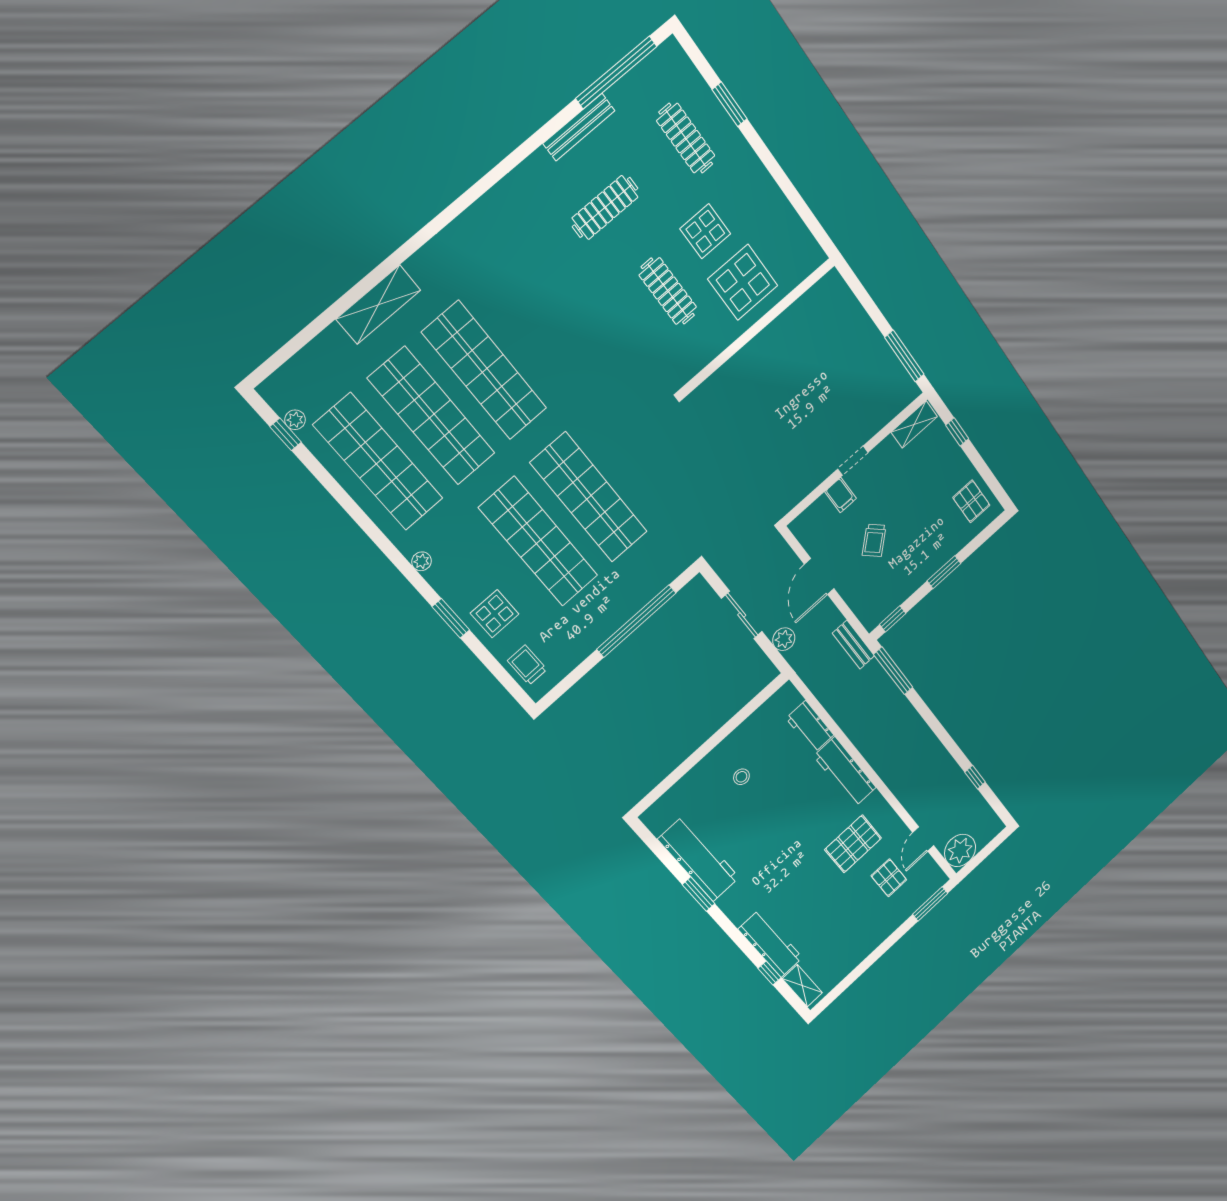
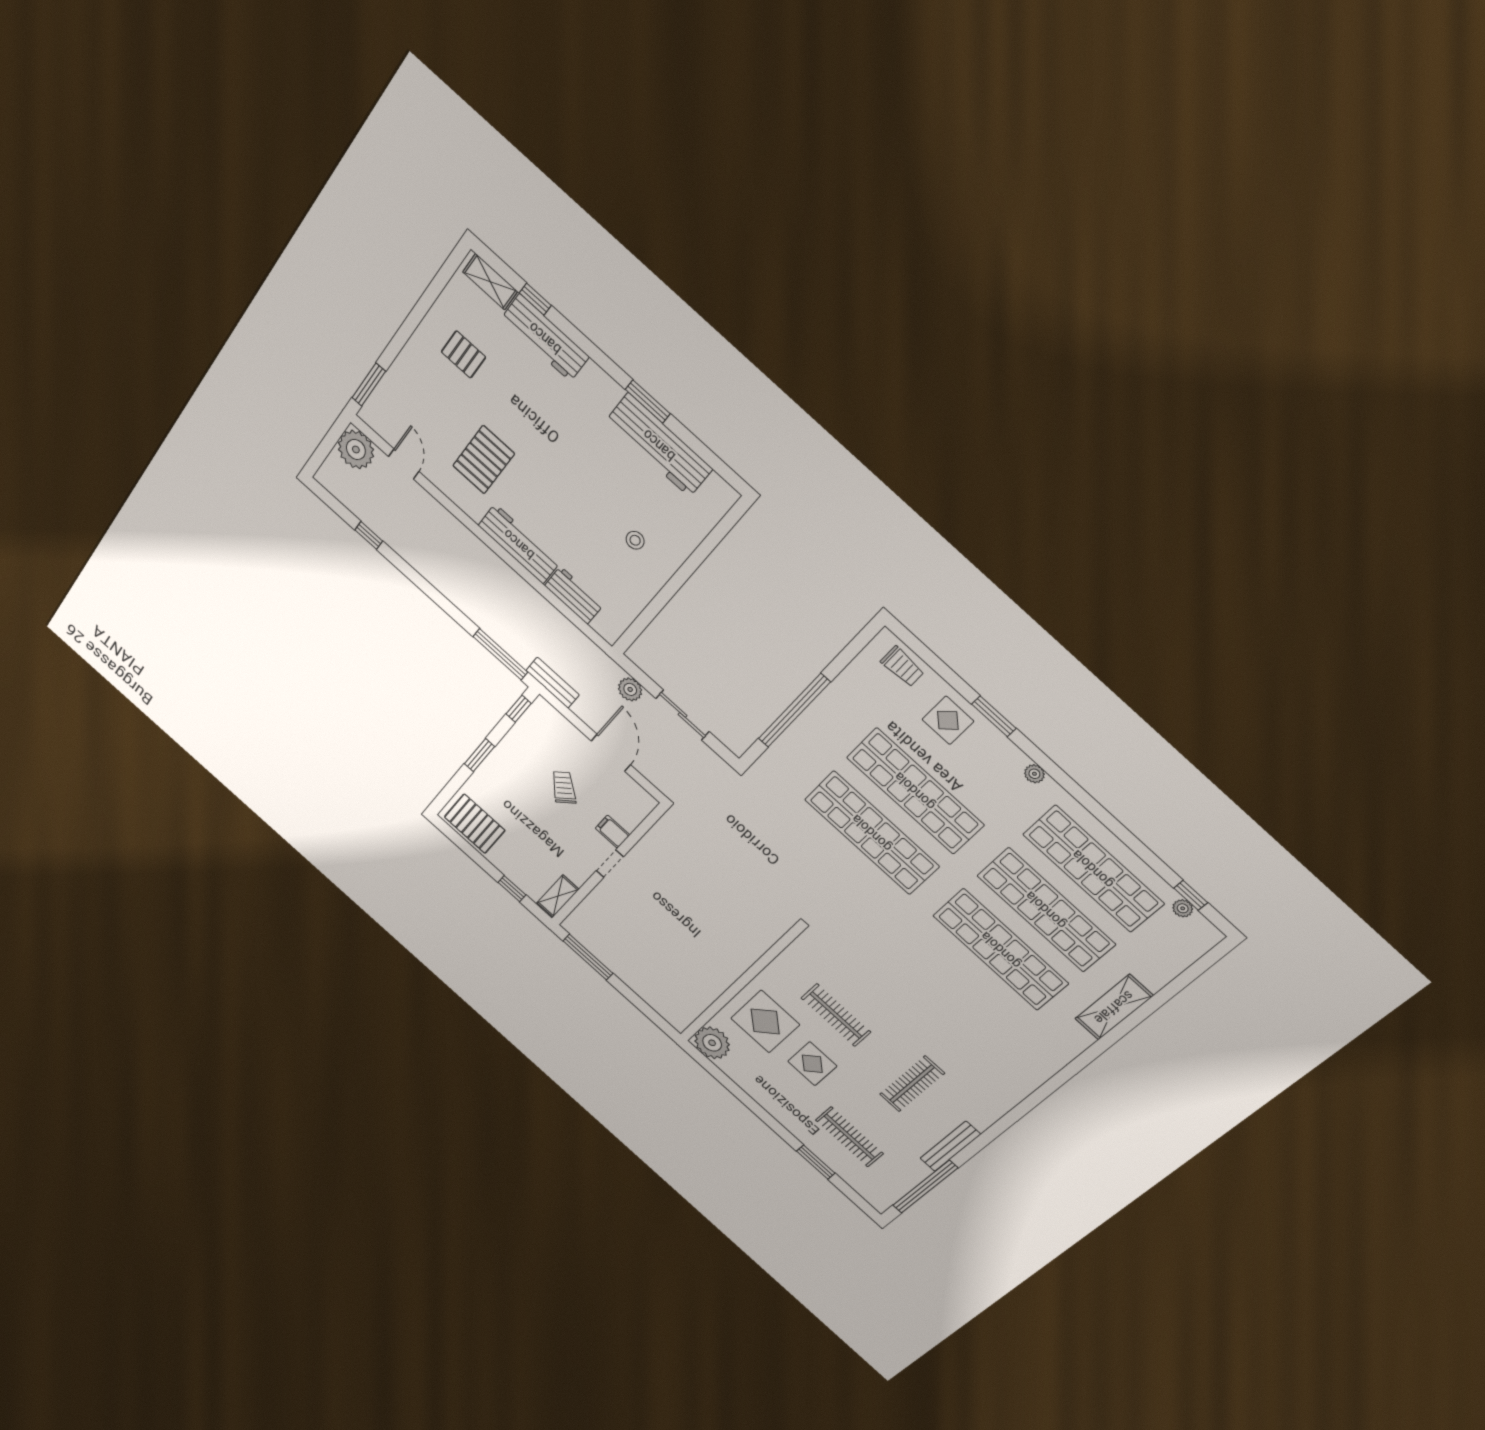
plant: (804, 256) -> (712, 1043), added
pallet: (971, 501) -> (475, 824), width x1.50, depth x1.42
pallet: (889, 878) -> (463, 354), moved

